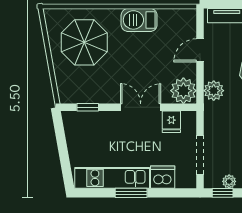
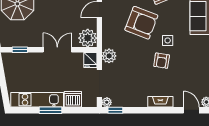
plant: (214, 91) -> (109, 56), moved
fridge: (171, 122) -> (90, 60), moved
plant: (229, 181) -> (107, 102), moved

